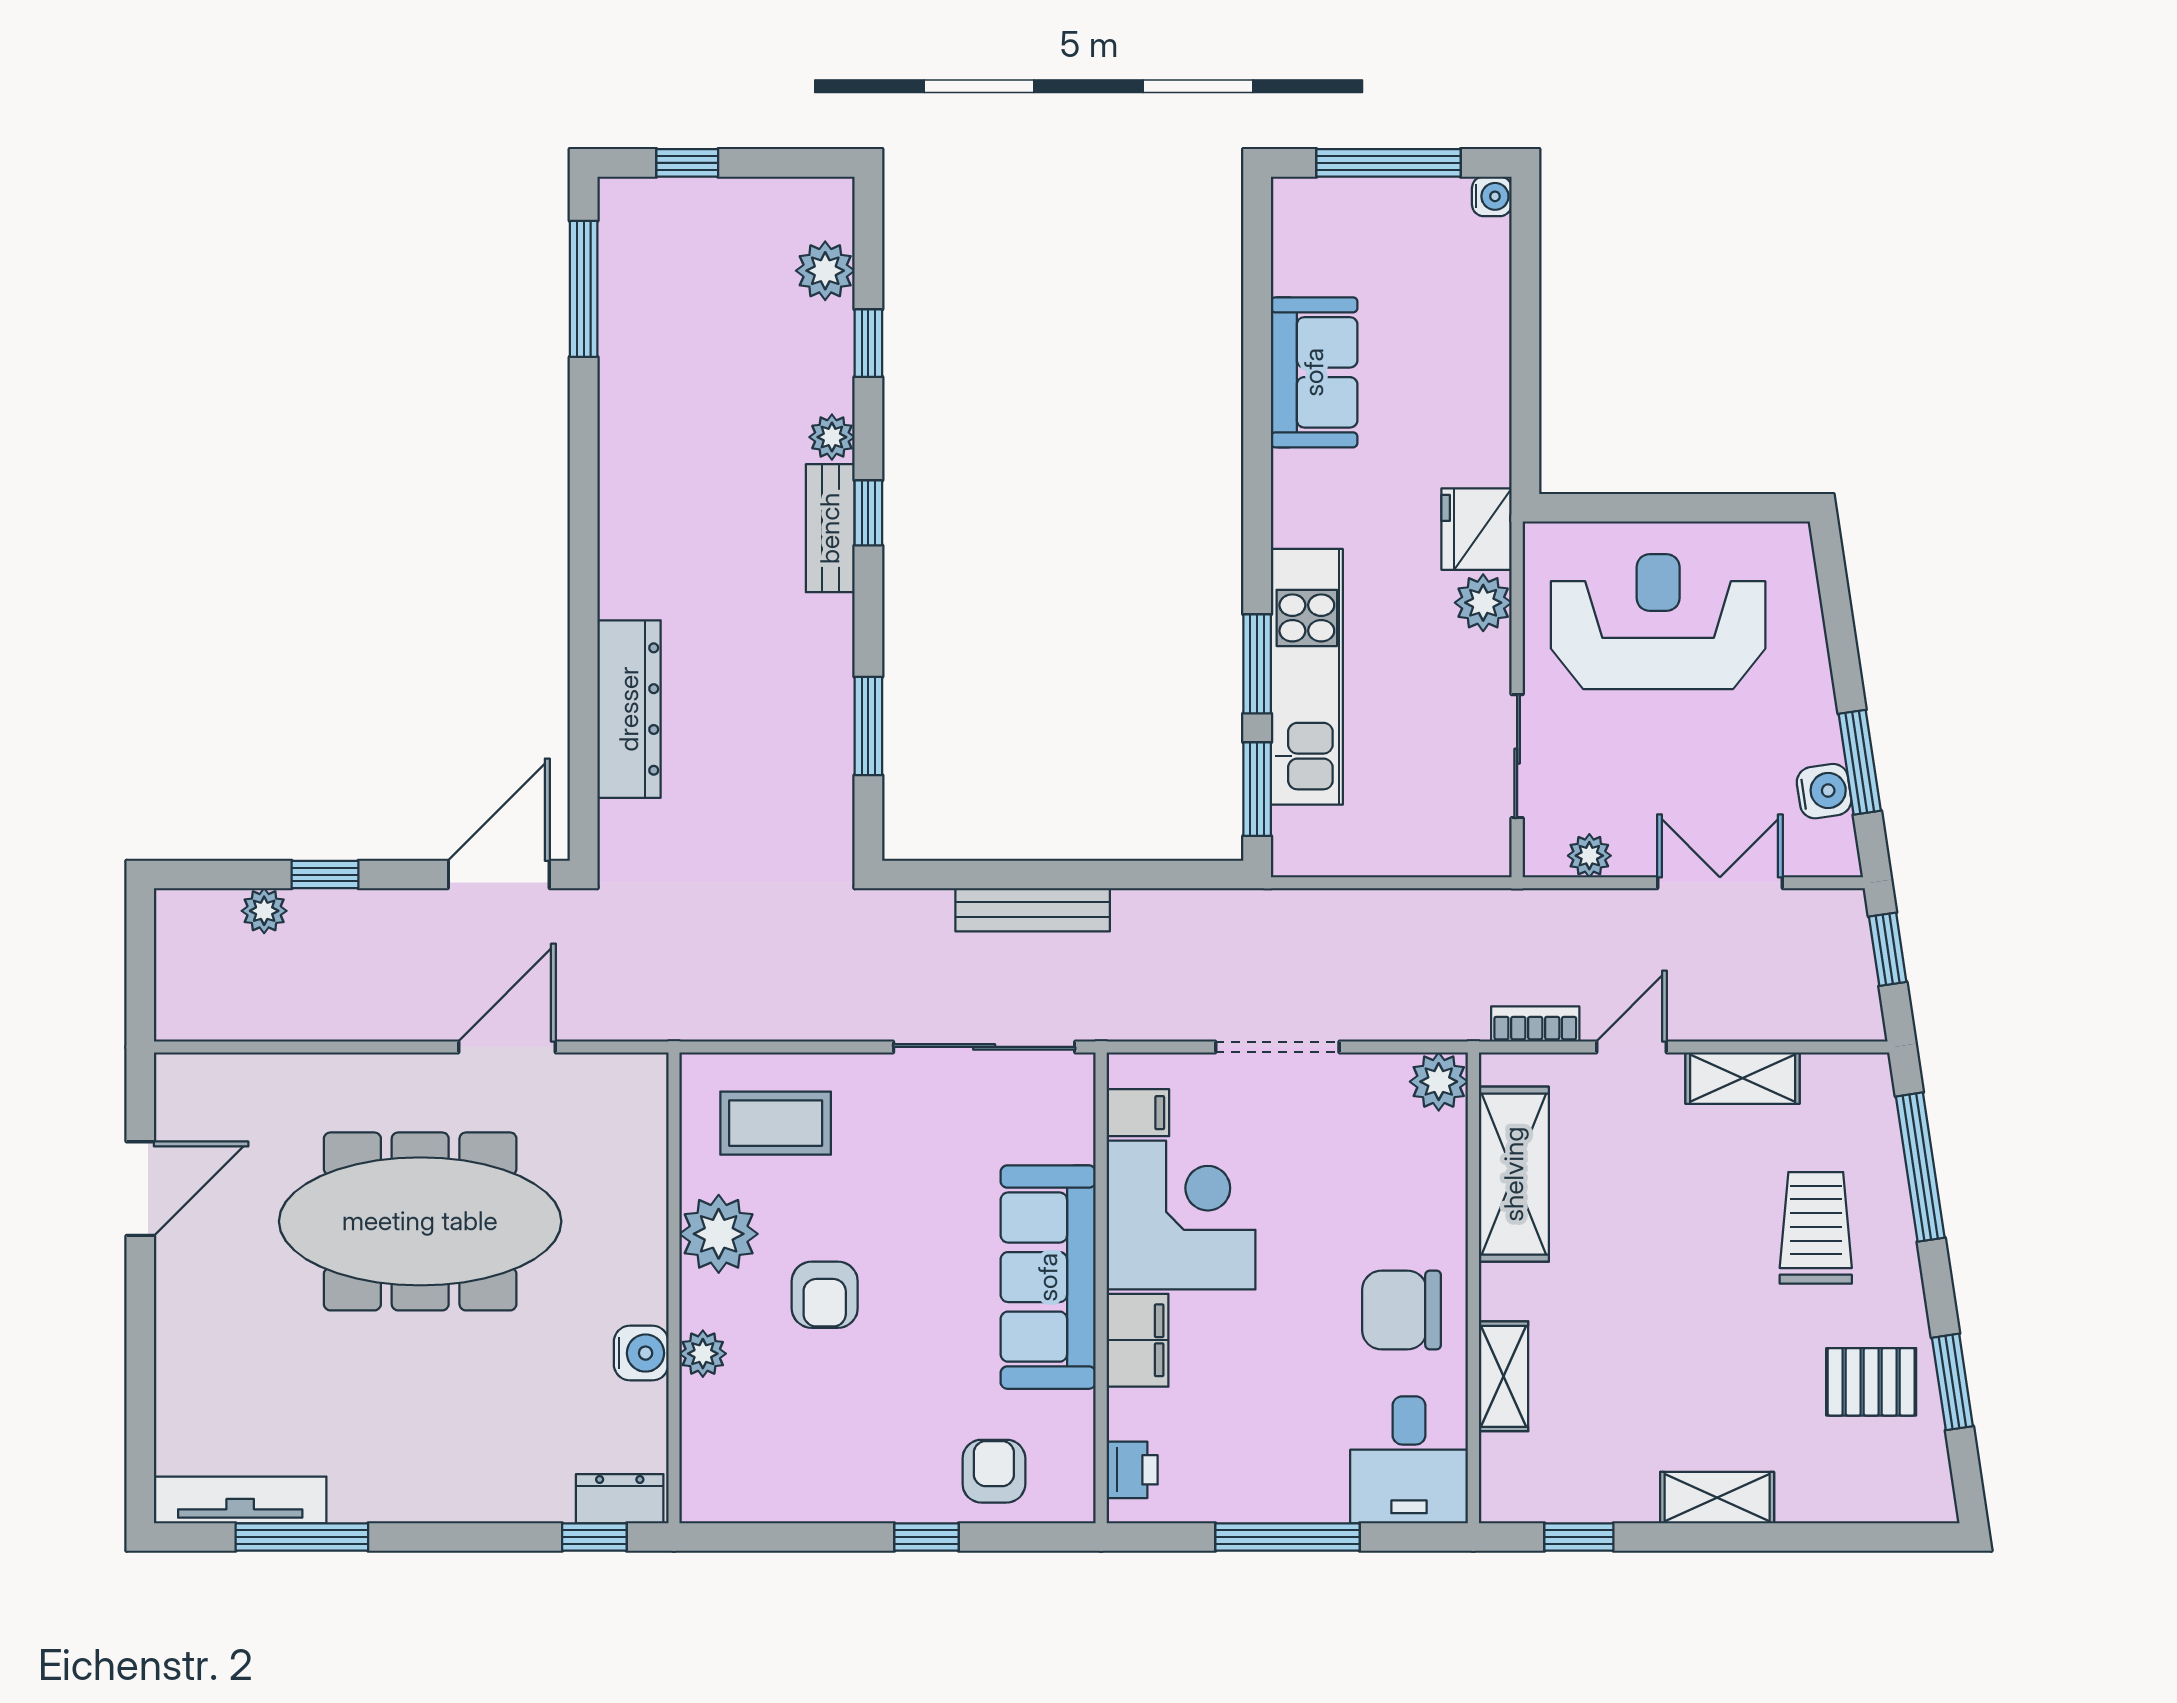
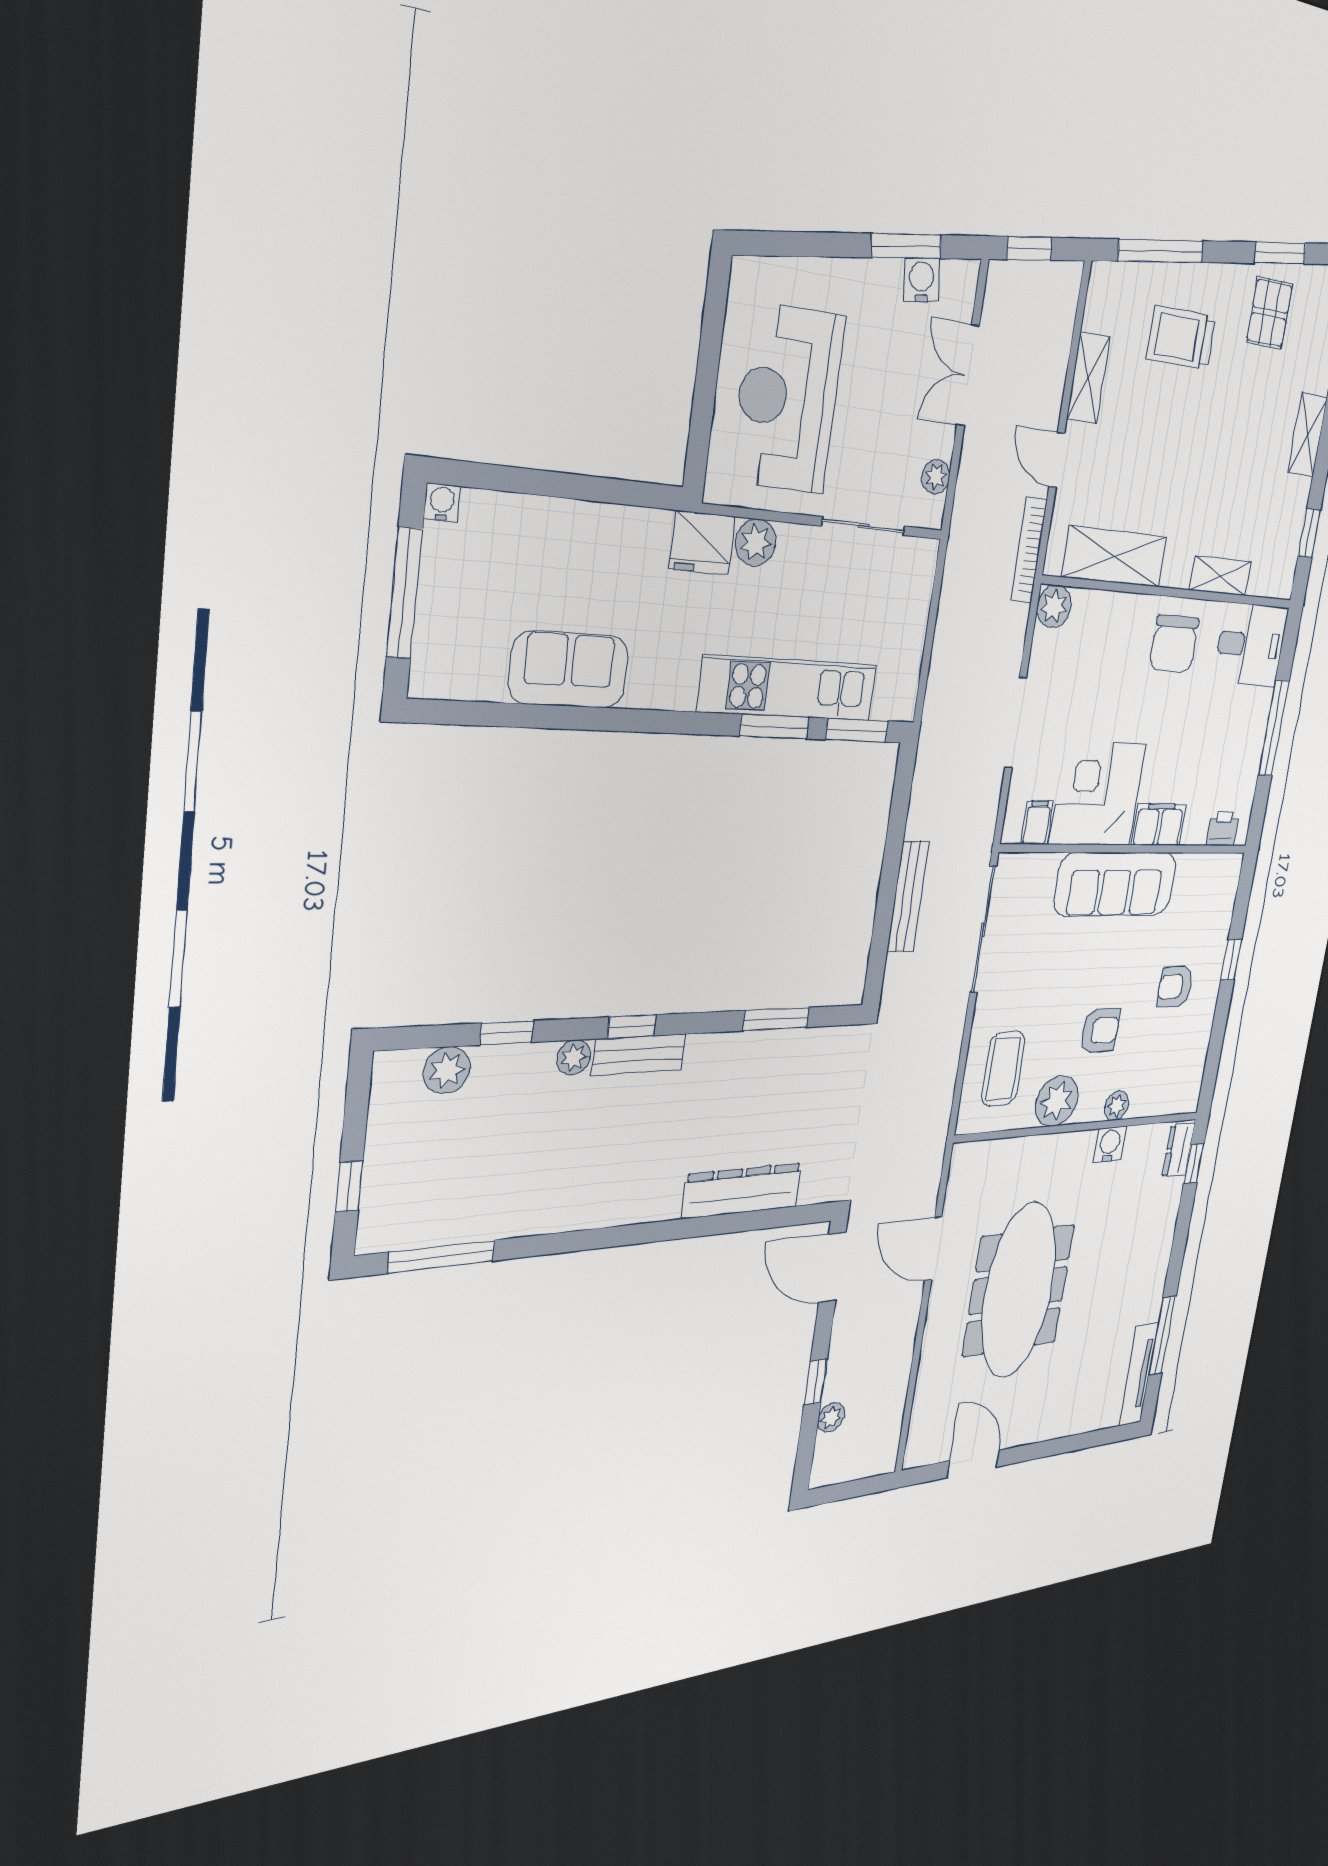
bookcase: (1535, 1024) -> (1029, 550), width x1.56
armchair: (994, 1471) -> (1175, 987), moved

